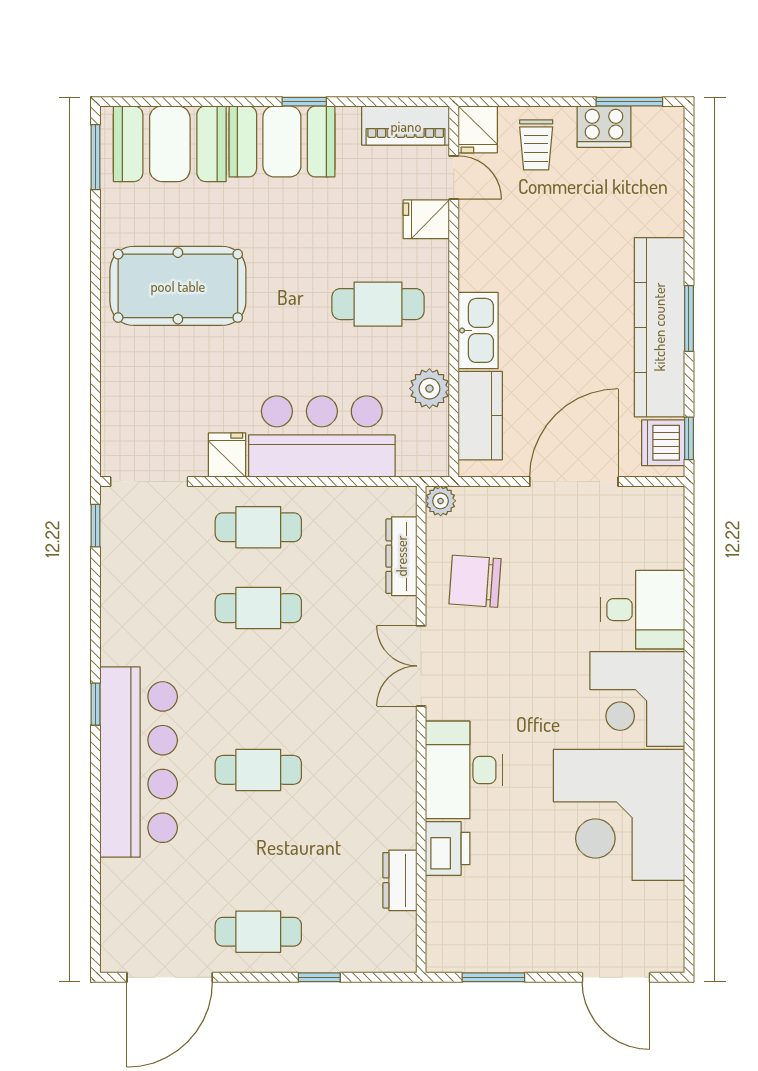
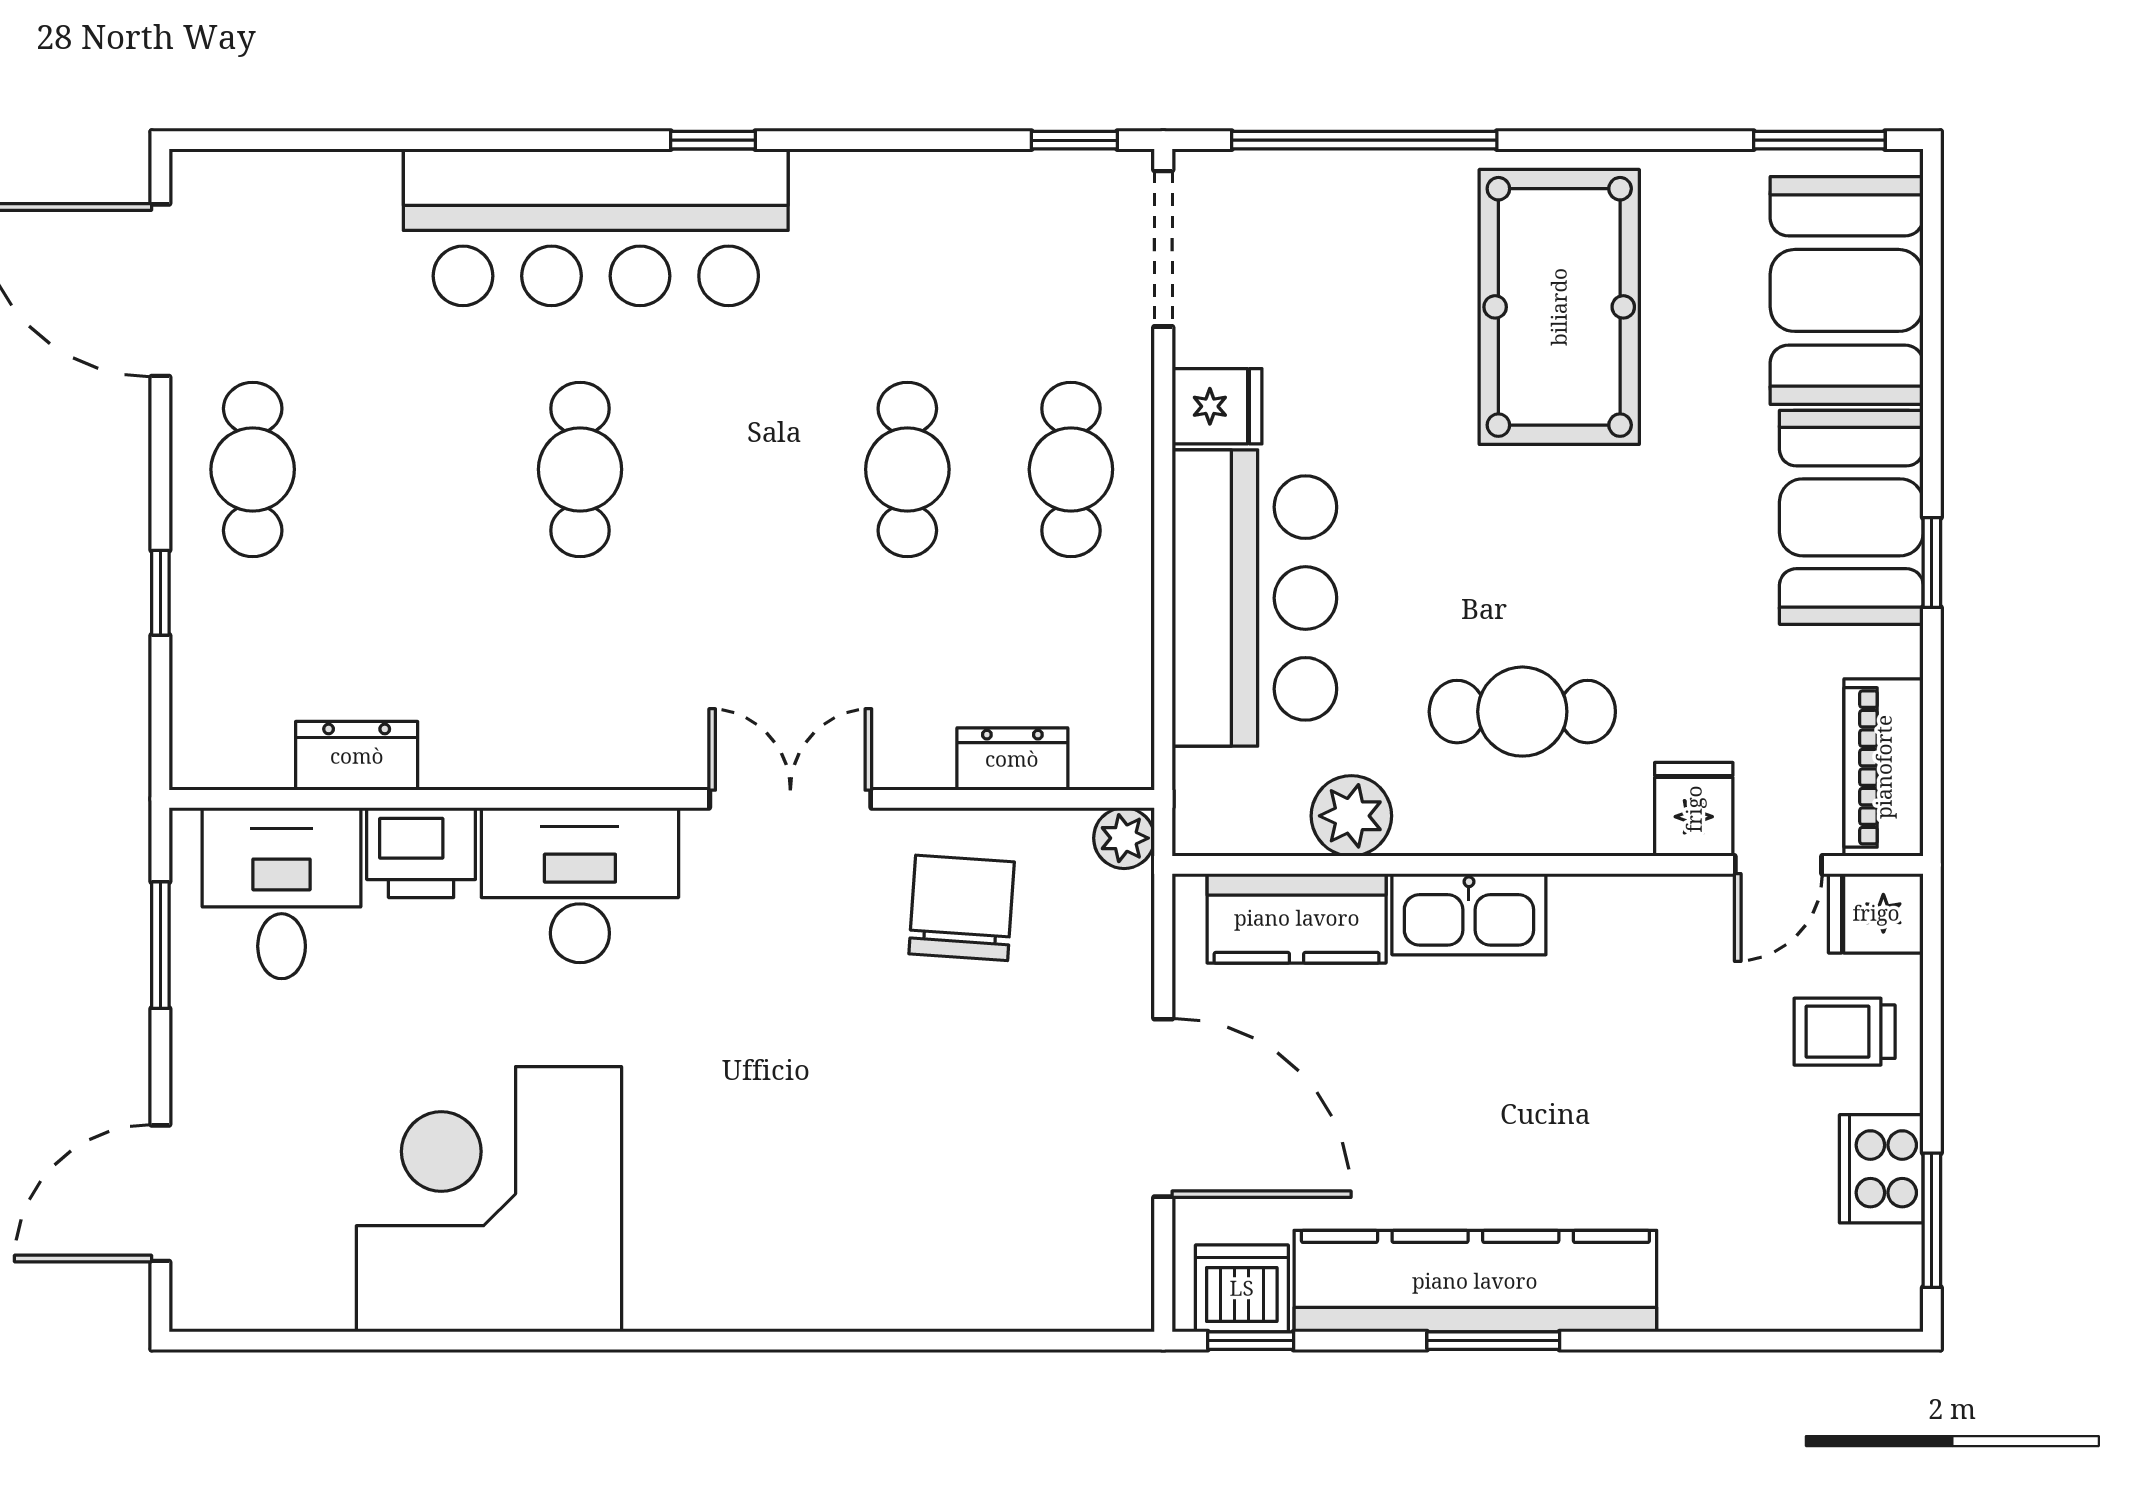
cafe table: (378, 304) -> (1522, 712), turned 90
window: (95, 382) -> (1364, 140), added
dresser: (401, 556) -> (1012, 759), width x0.70
desk: (642, 610) -> (282, 893), moved, turned 180
corner desk: (637, 699) -> (723, 1236), removed

